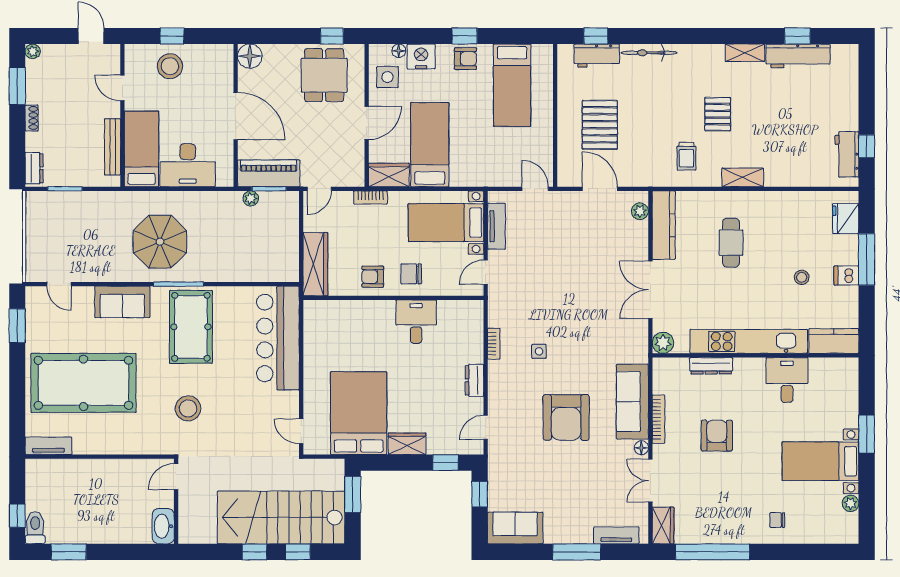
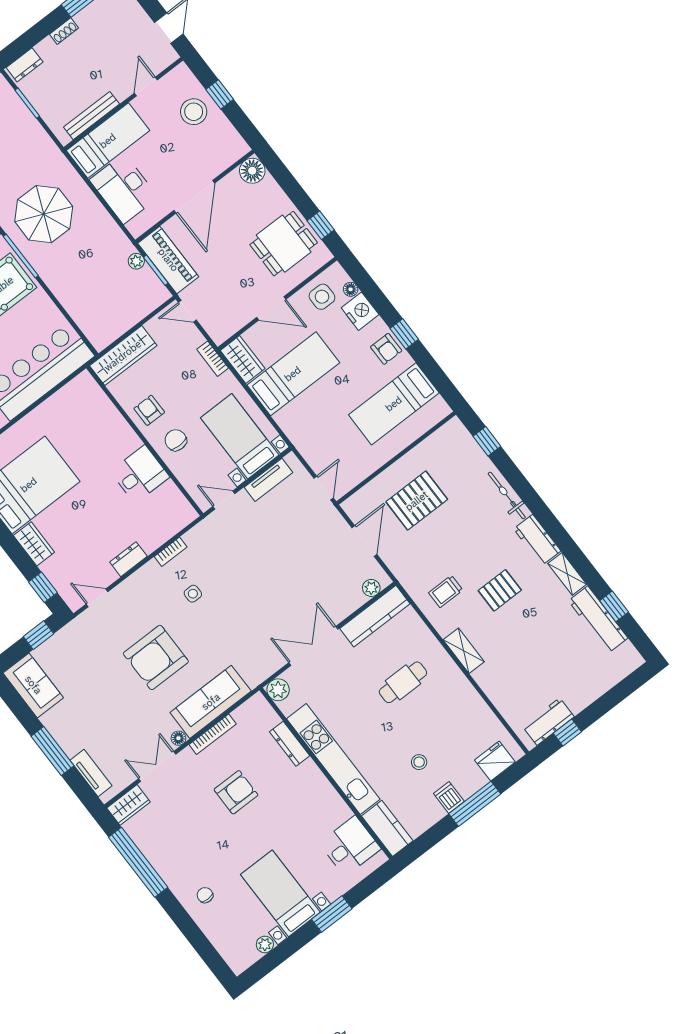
workbench: (597, 56) -> (537, 540), moved
desk: (787, 380) -> (350, 846), moved

